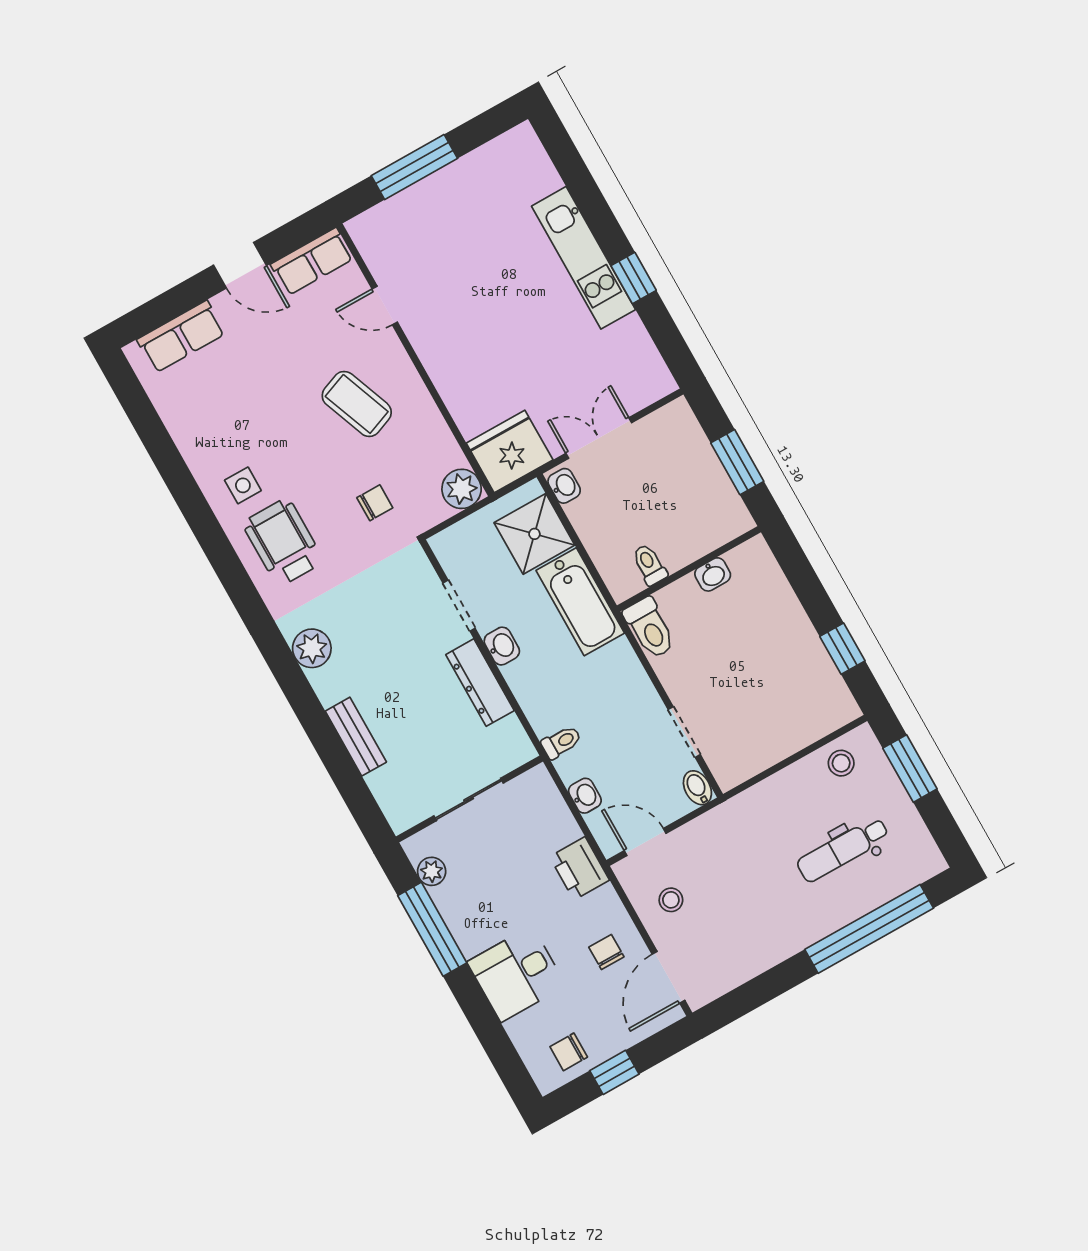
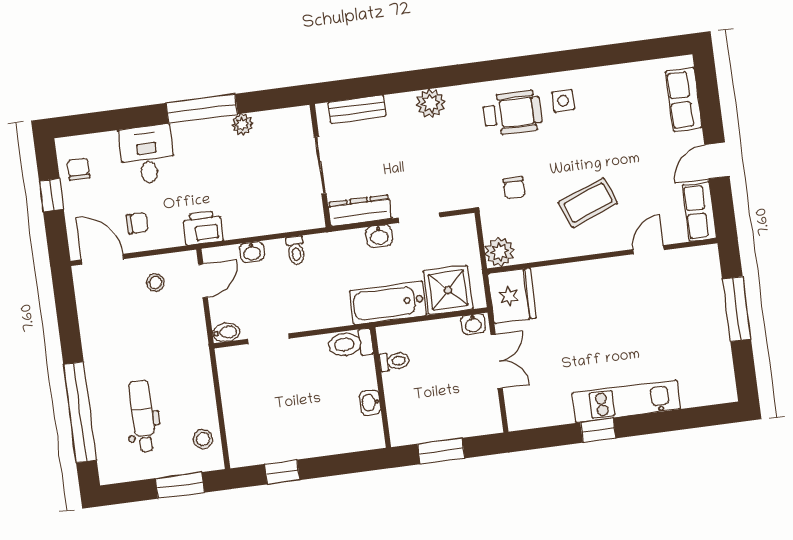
sliding door: (469, 799) -> (320, 165), moved
wall: (469, 799) -> (320, 166), moved

